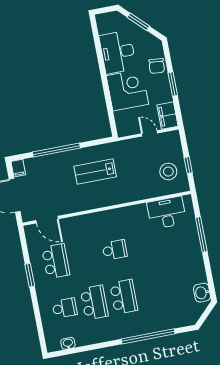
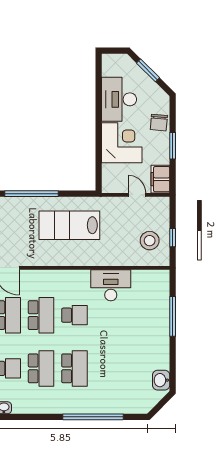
lab bench: (95, 171) -> (69, 225), width x1.36, depth x1.39
desk: (167, 213) -> (111, 285), moved
school desk: (85, 256) -> (41, 315), added

